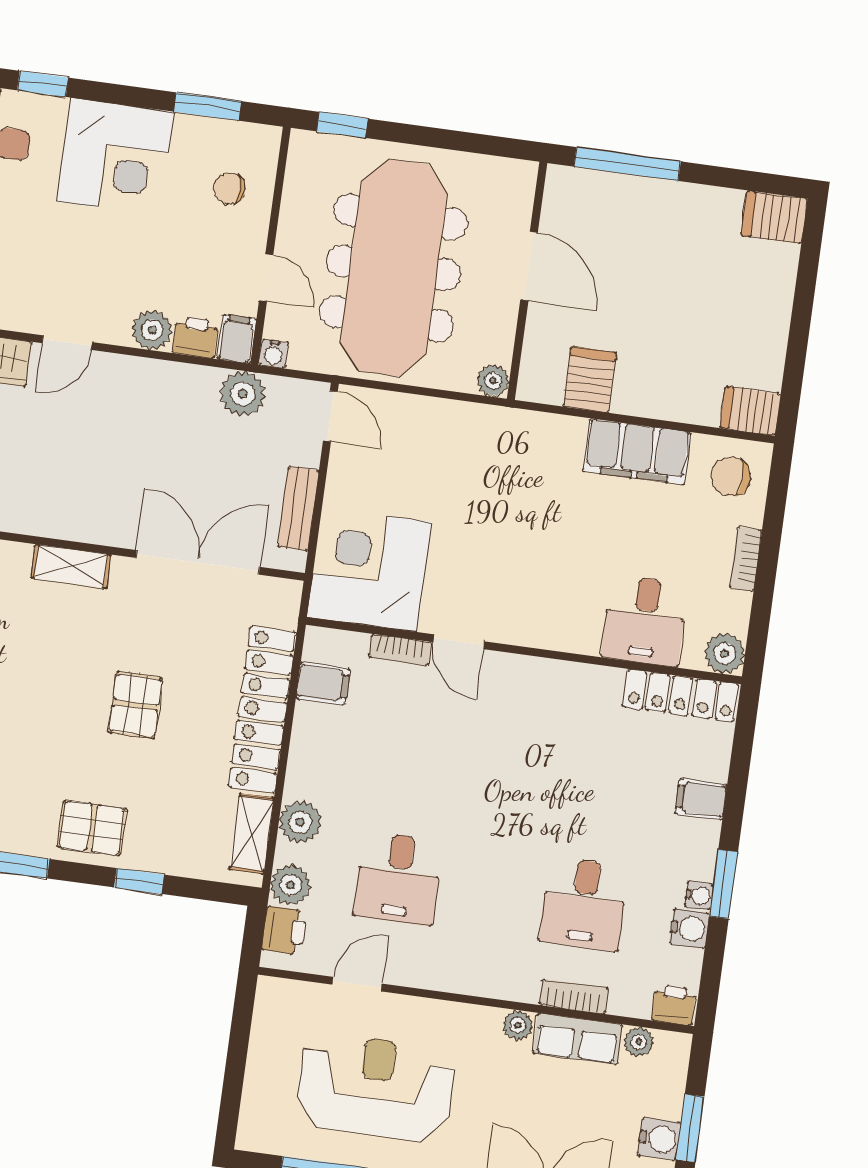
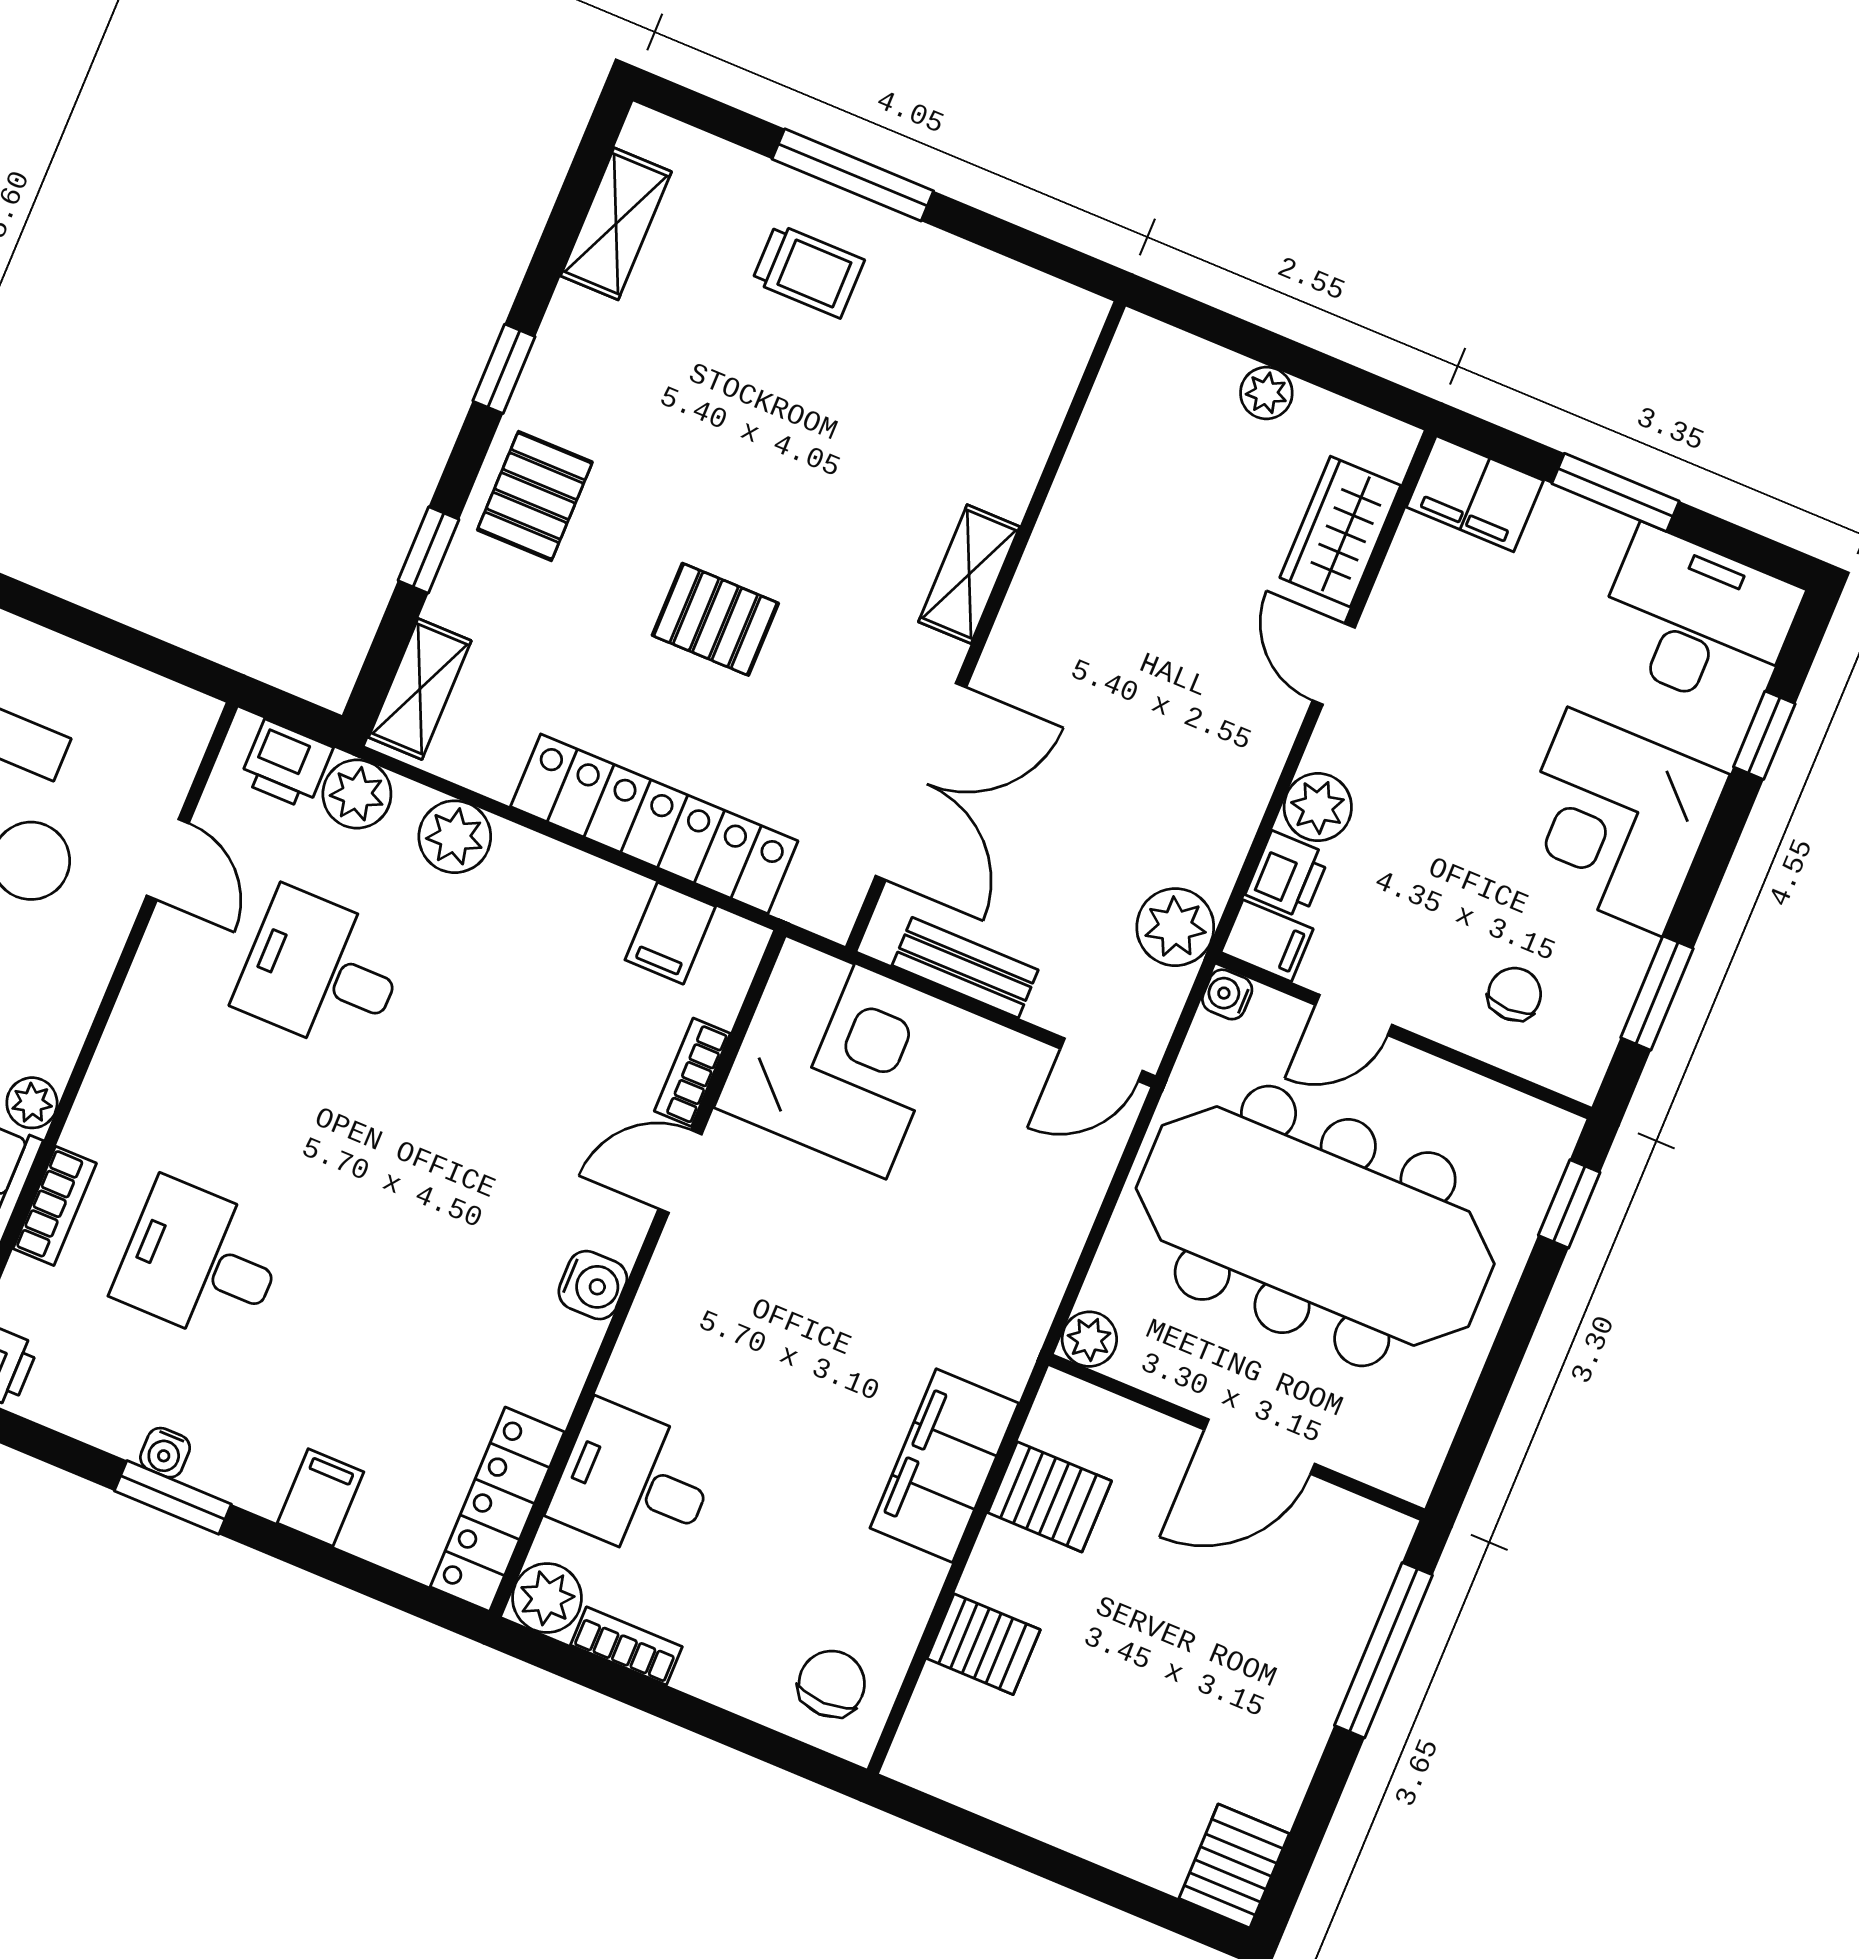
server rack: (750, 411) -> (984, 1644), moved, turned 90
filing cabinet: (637, 452) -> (944, 1466), moved
bookcase: (746, 559) -> (626, 1646), moved
shelving: (252, 834) -> (420, 689), moved, turned 90
water cooler: (689, 929) -> (593, 1285), moved, turned -90

